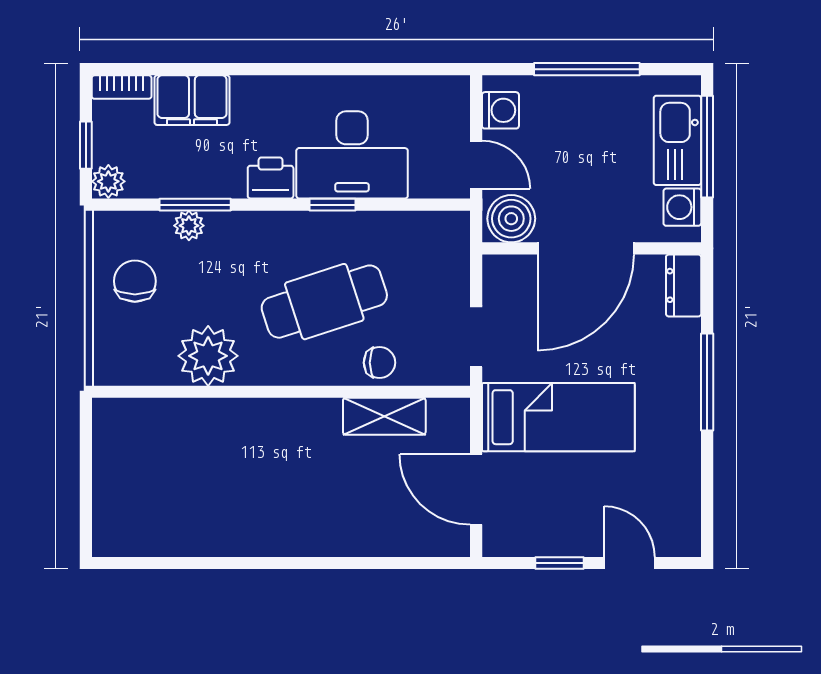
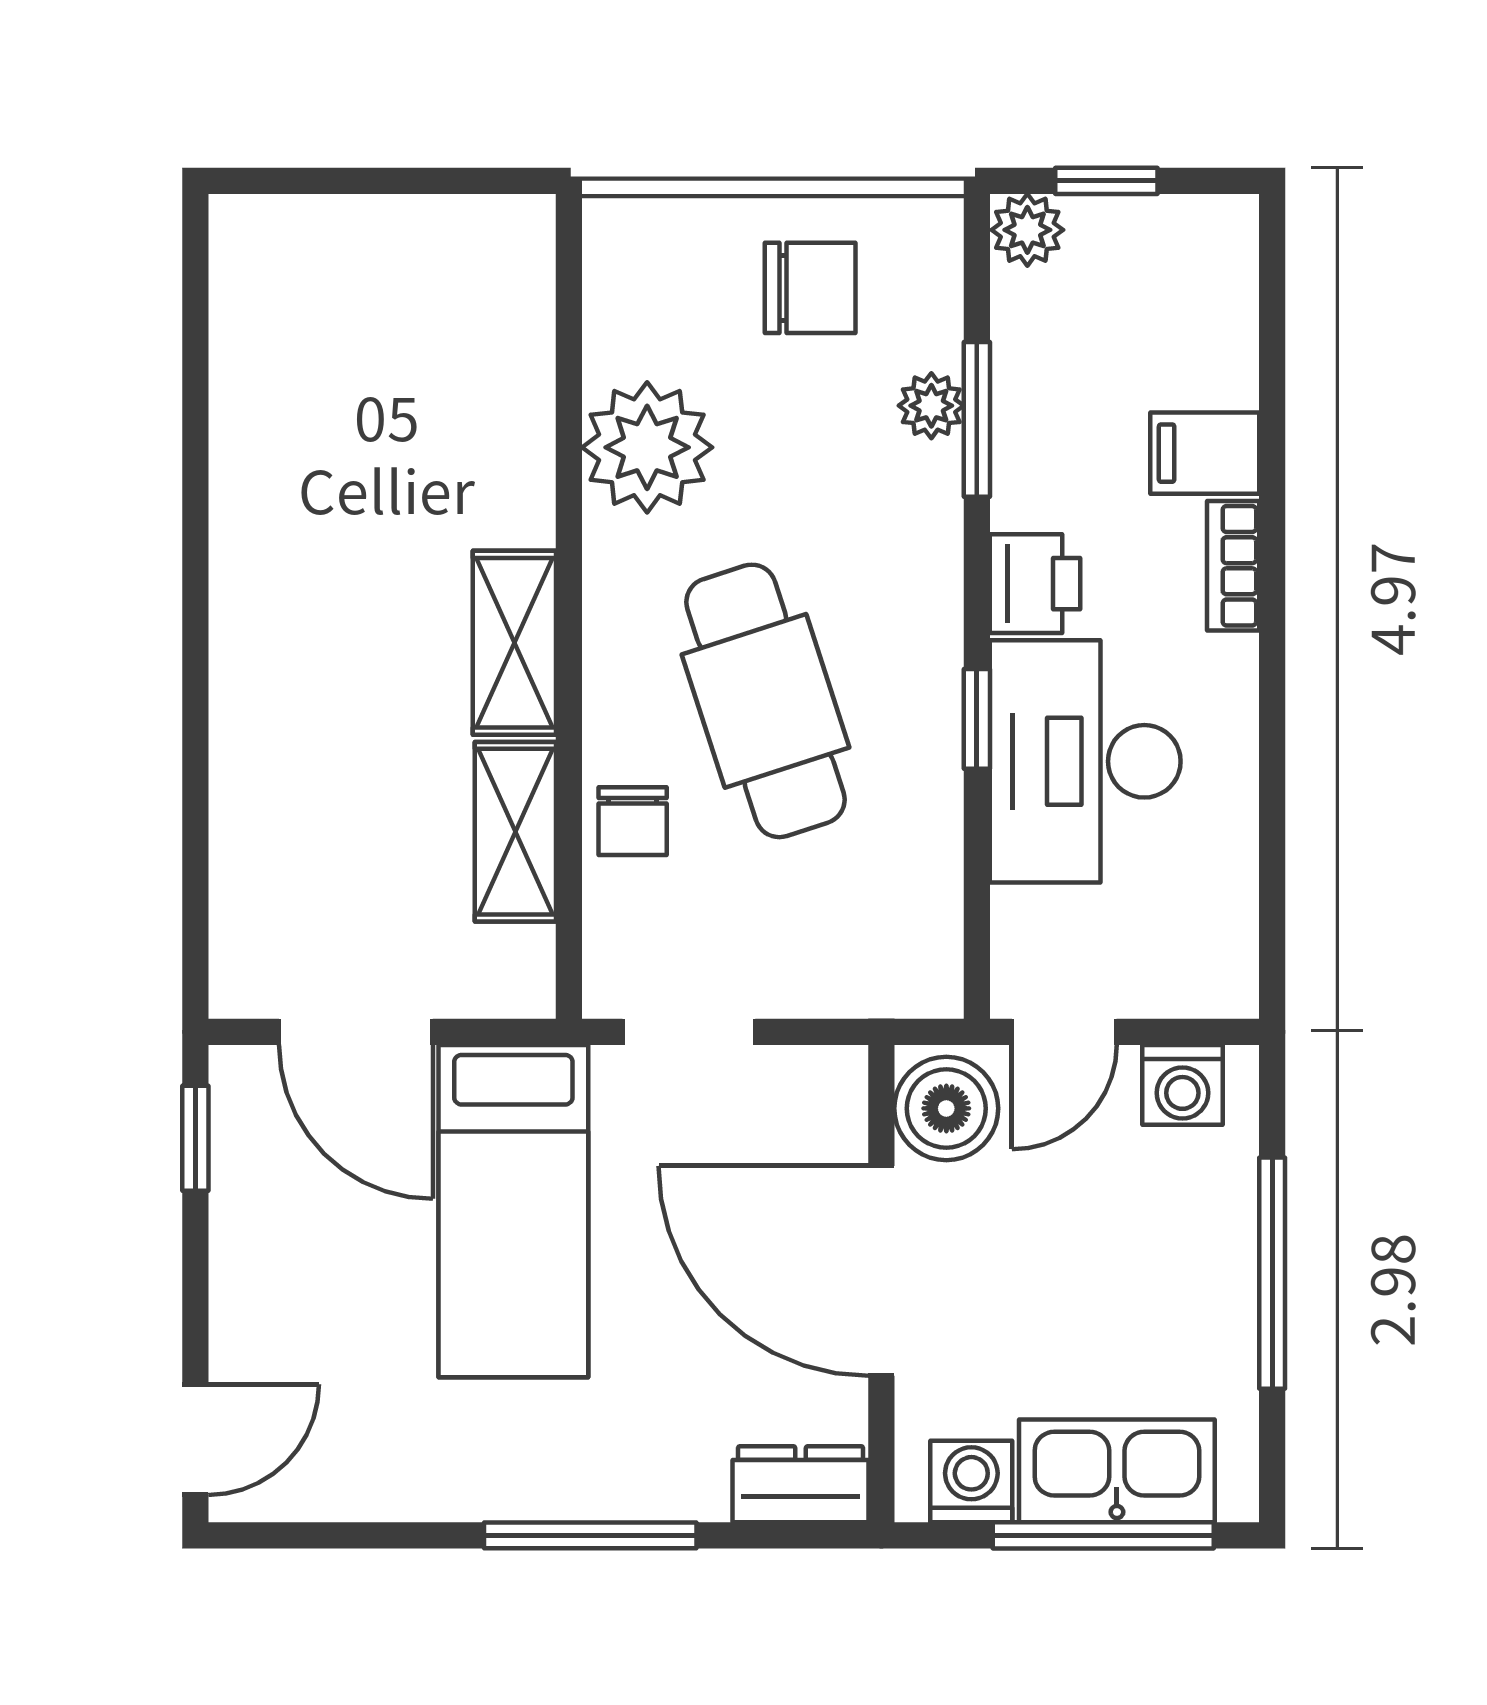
bookcase: (122, 87) -> (1233, 566), moved
filing cabinet: (192, 100) -> (1205, 453), width x0.50
shelving: (298, 417) -> (514, 643), added
door: (476, 489) -> (356, 1032), swing flipped
window: (559, 563) -> (195, 1138), moved
door: (629, 563) -> (195, 1440), moved

